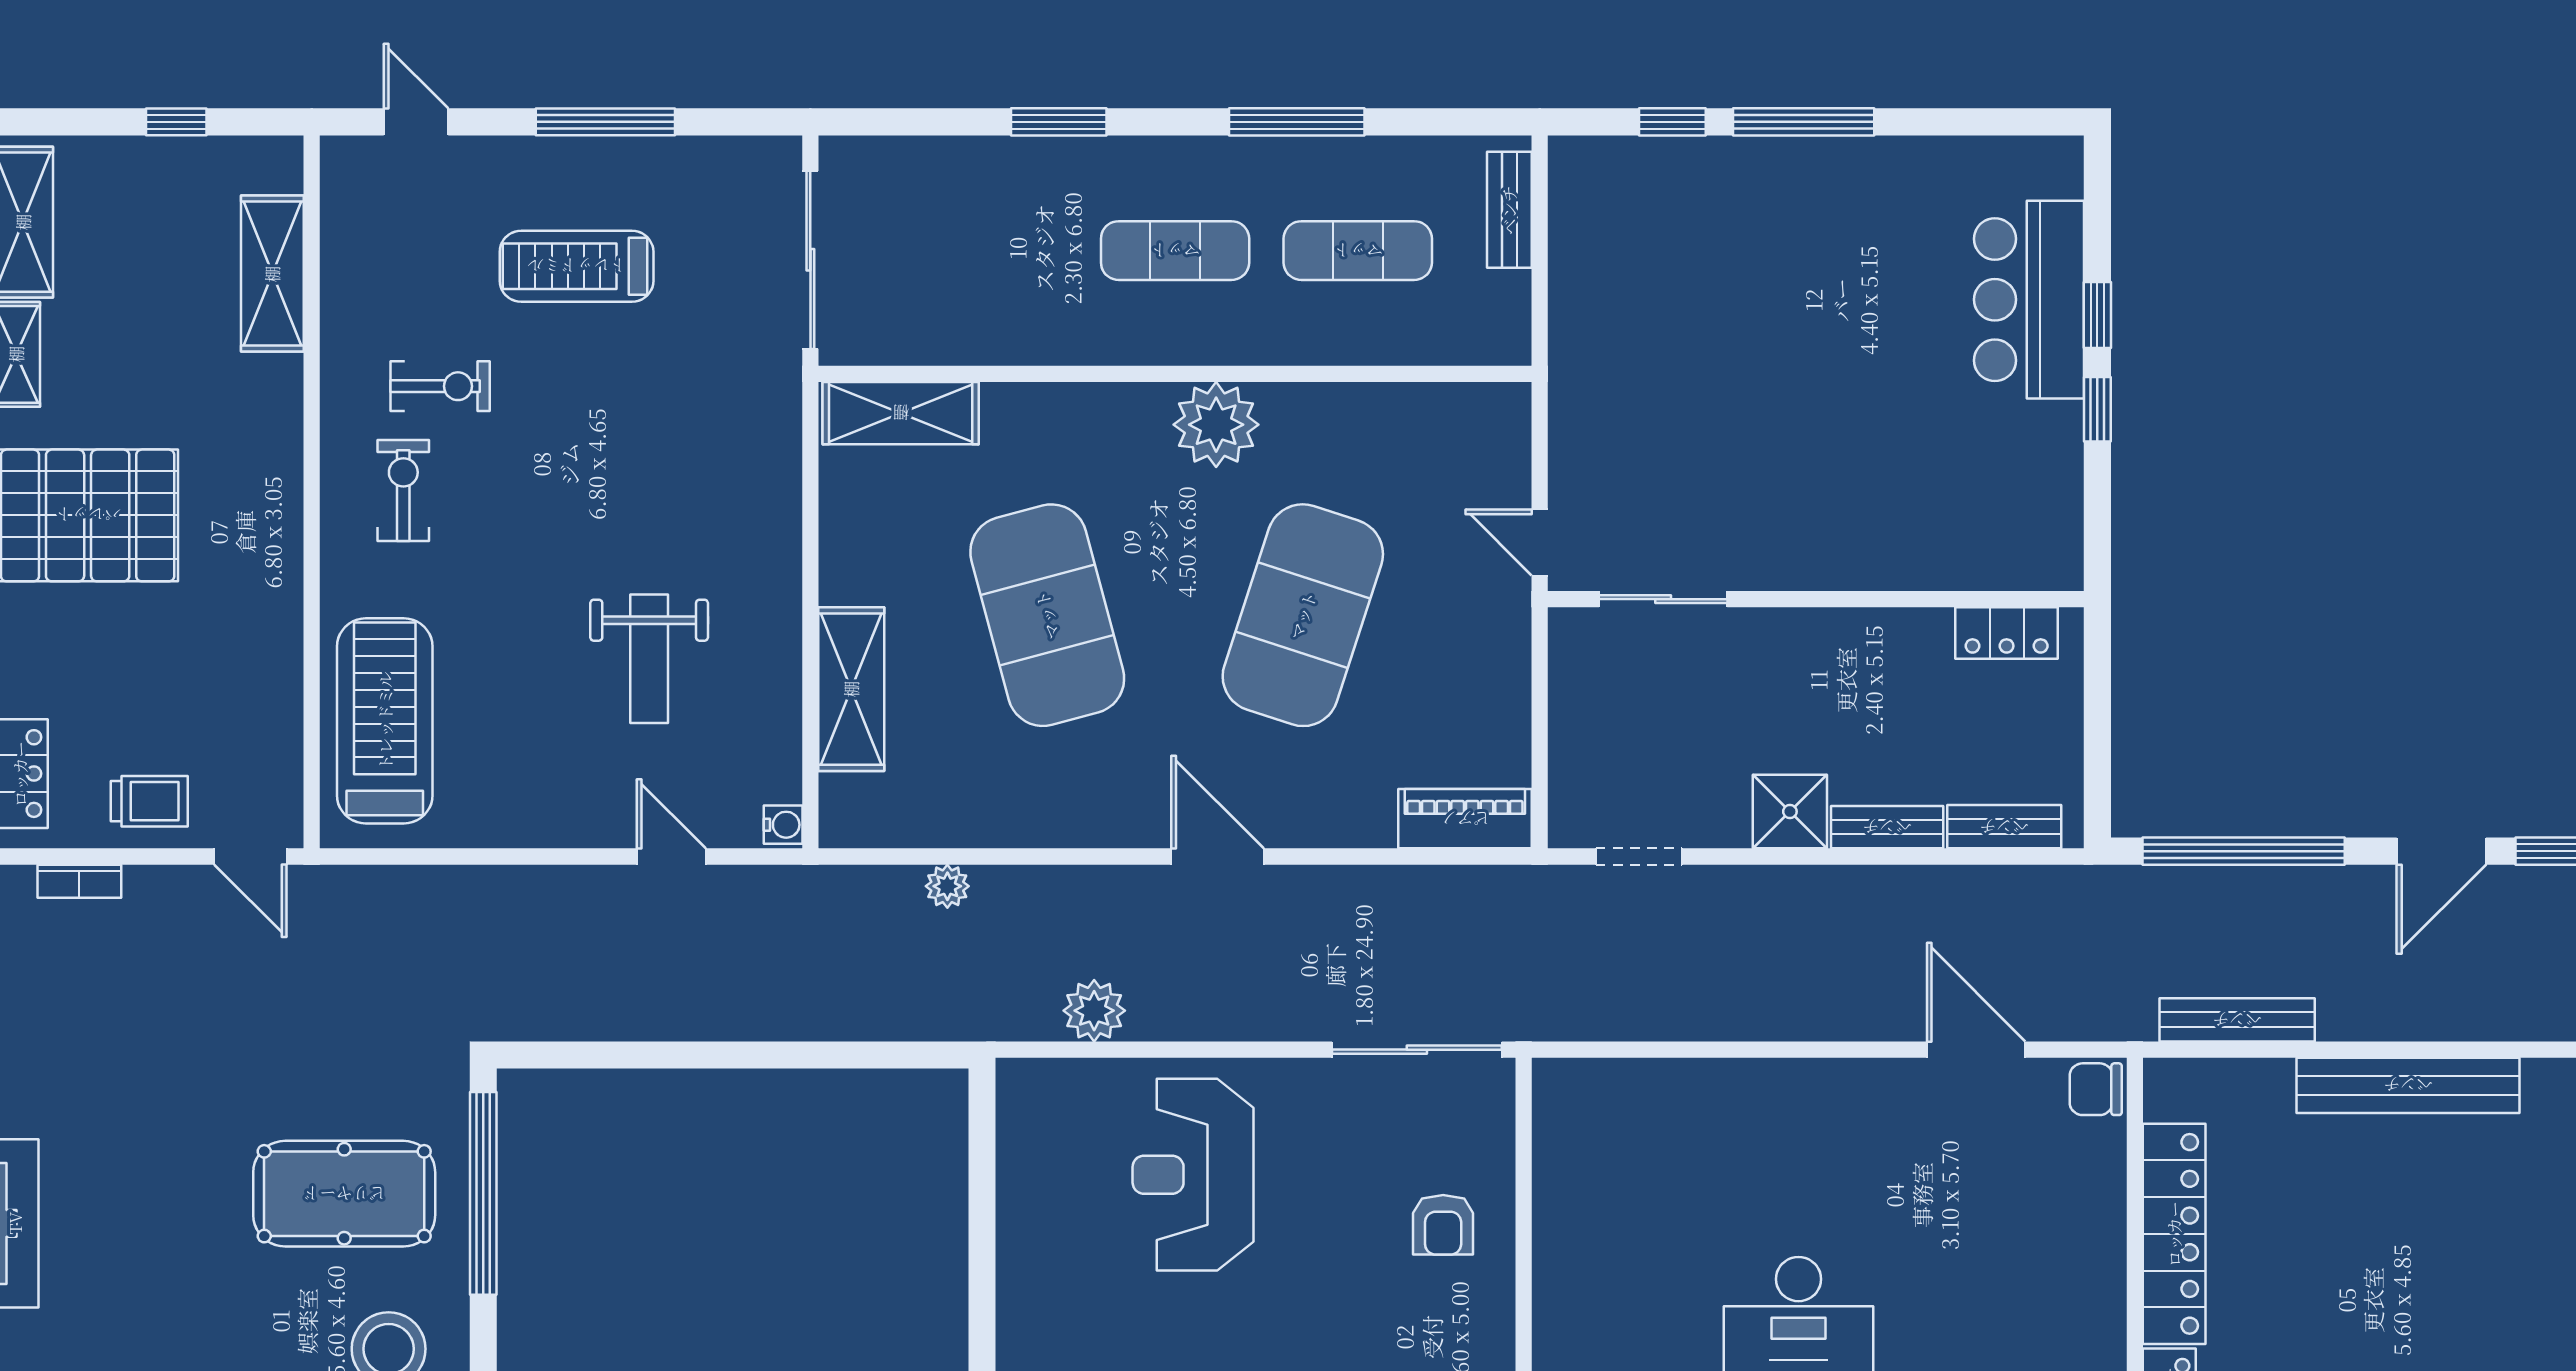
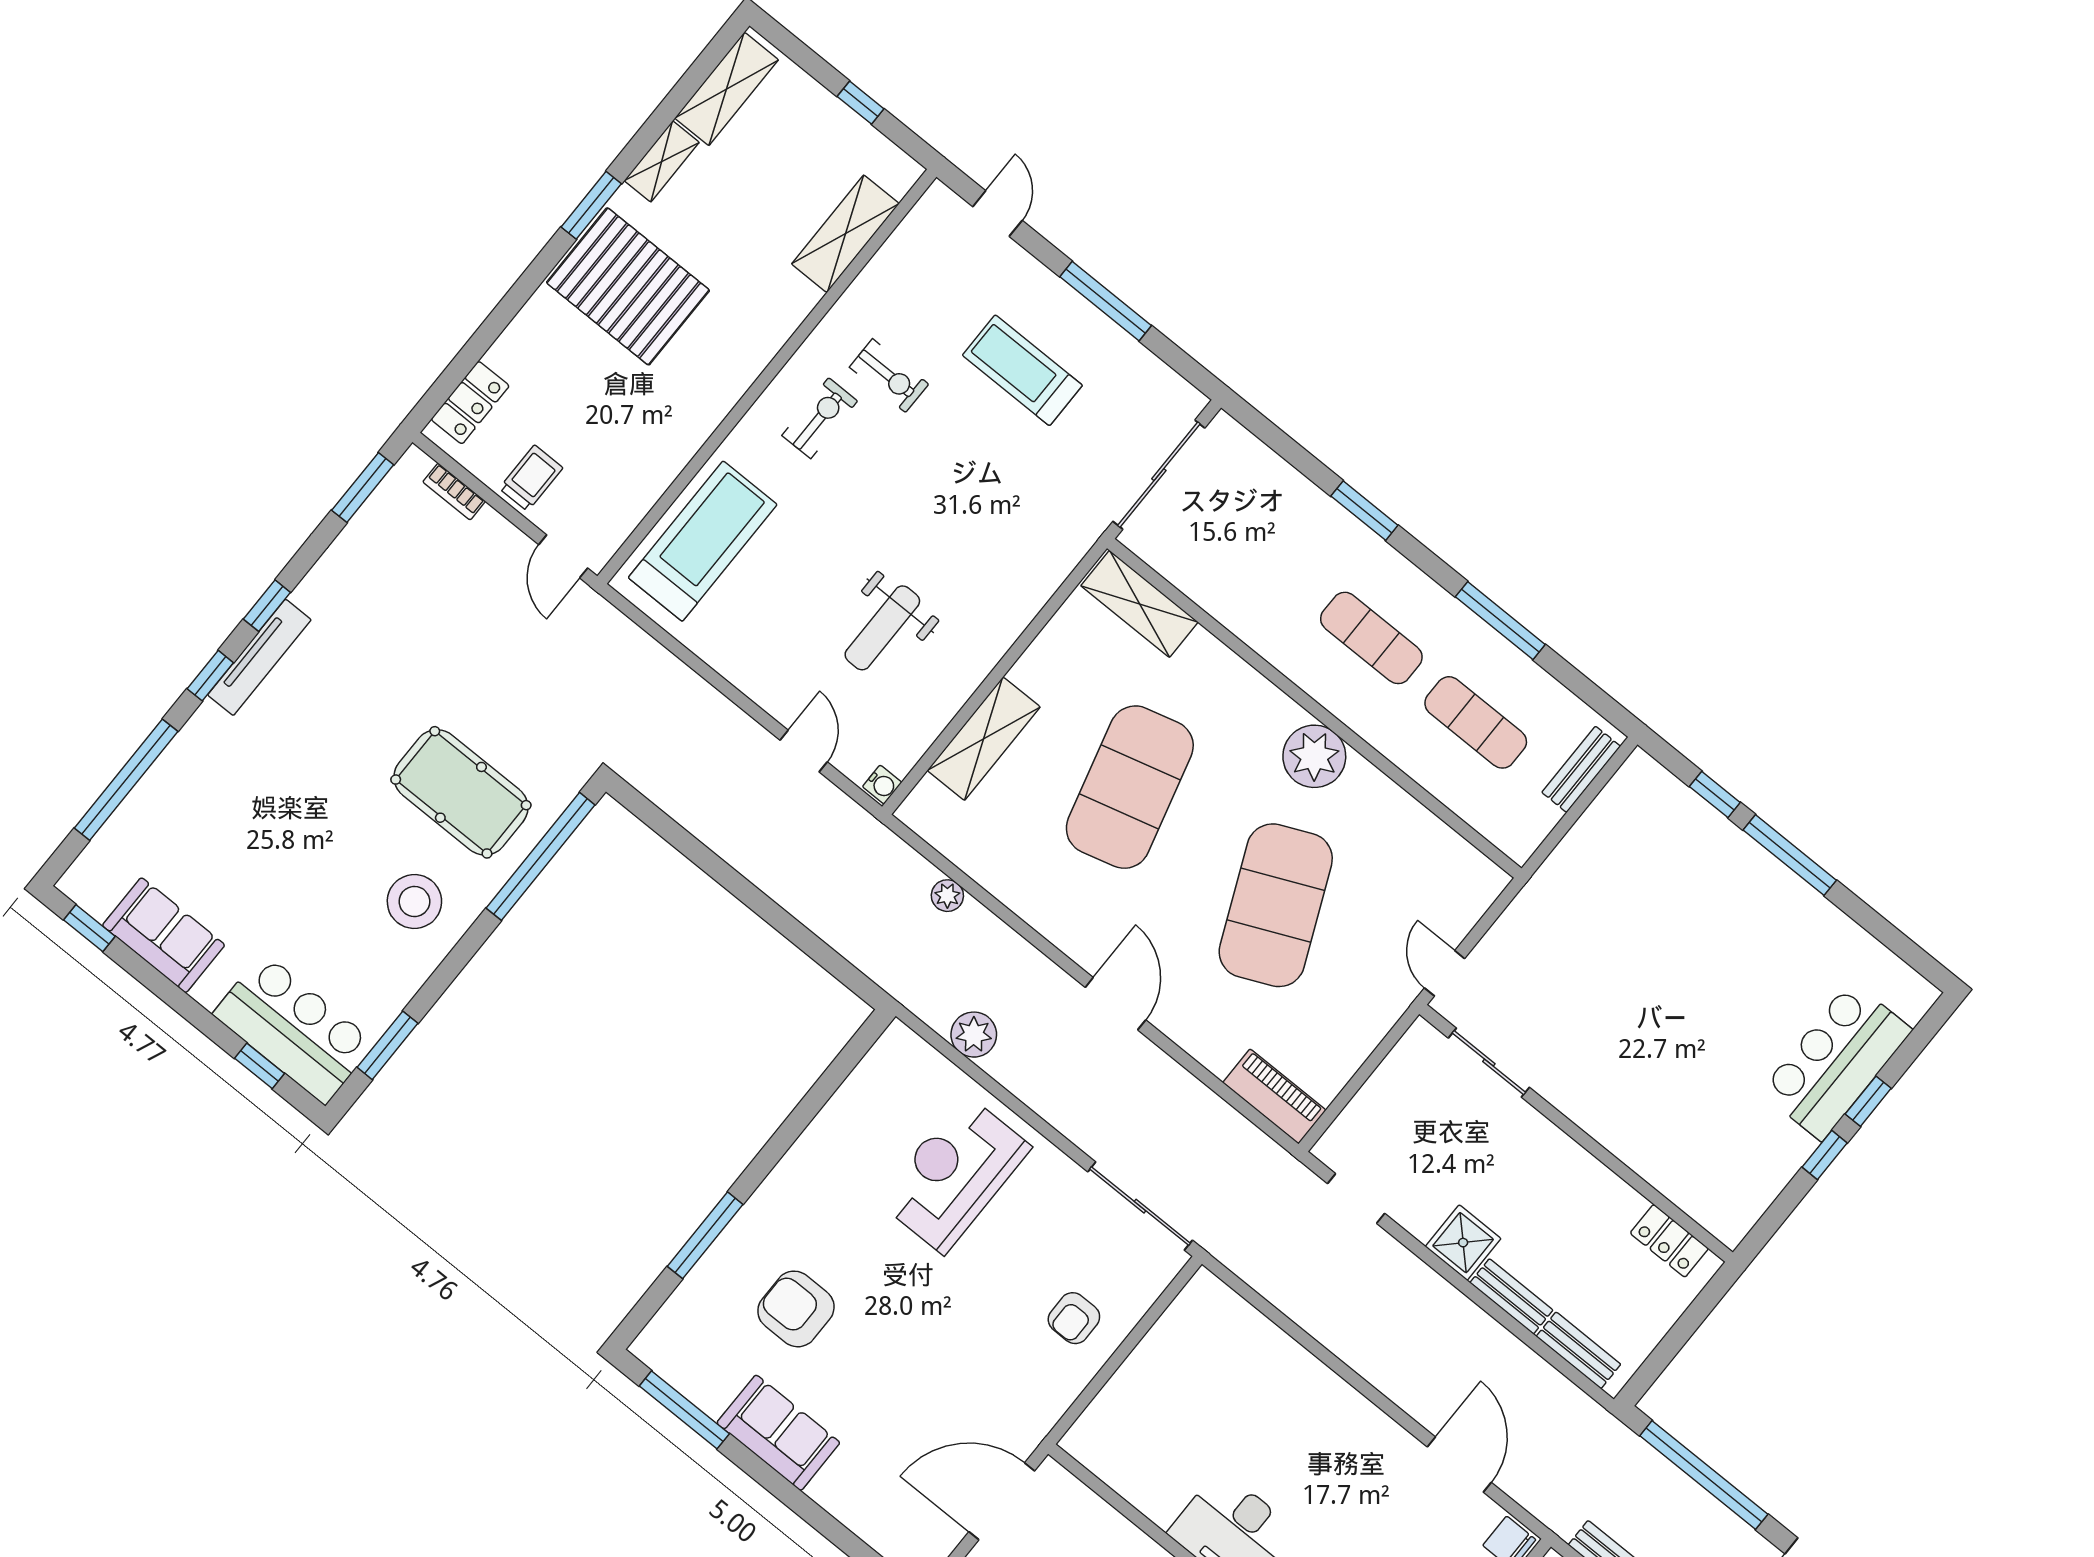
exercise mat: (1303, 615) -> (1276, 905), turned -42
trolley: (149, 801) -> (531, 478), turned -90

